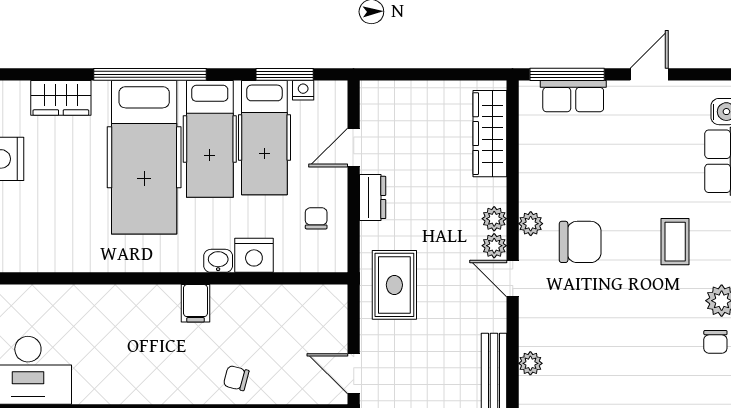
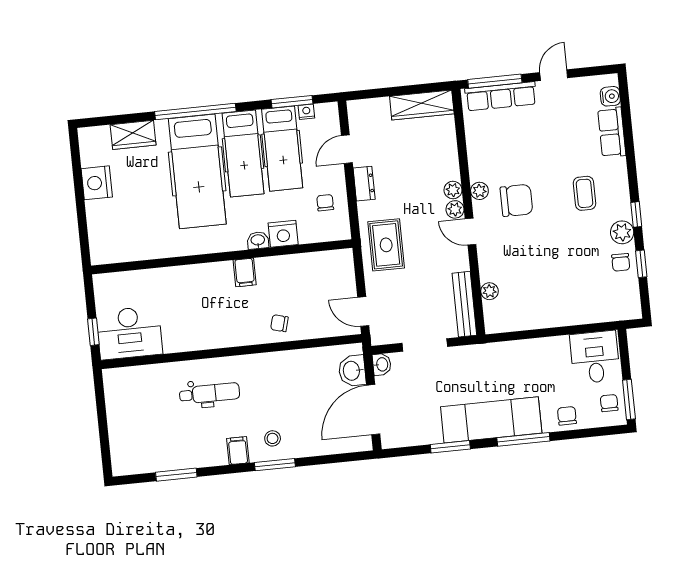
row of seats: (573, 96) -> (501, 96), width x1.48
wardrobe: (490, 134) -> (422, 105), moved, turned -90

